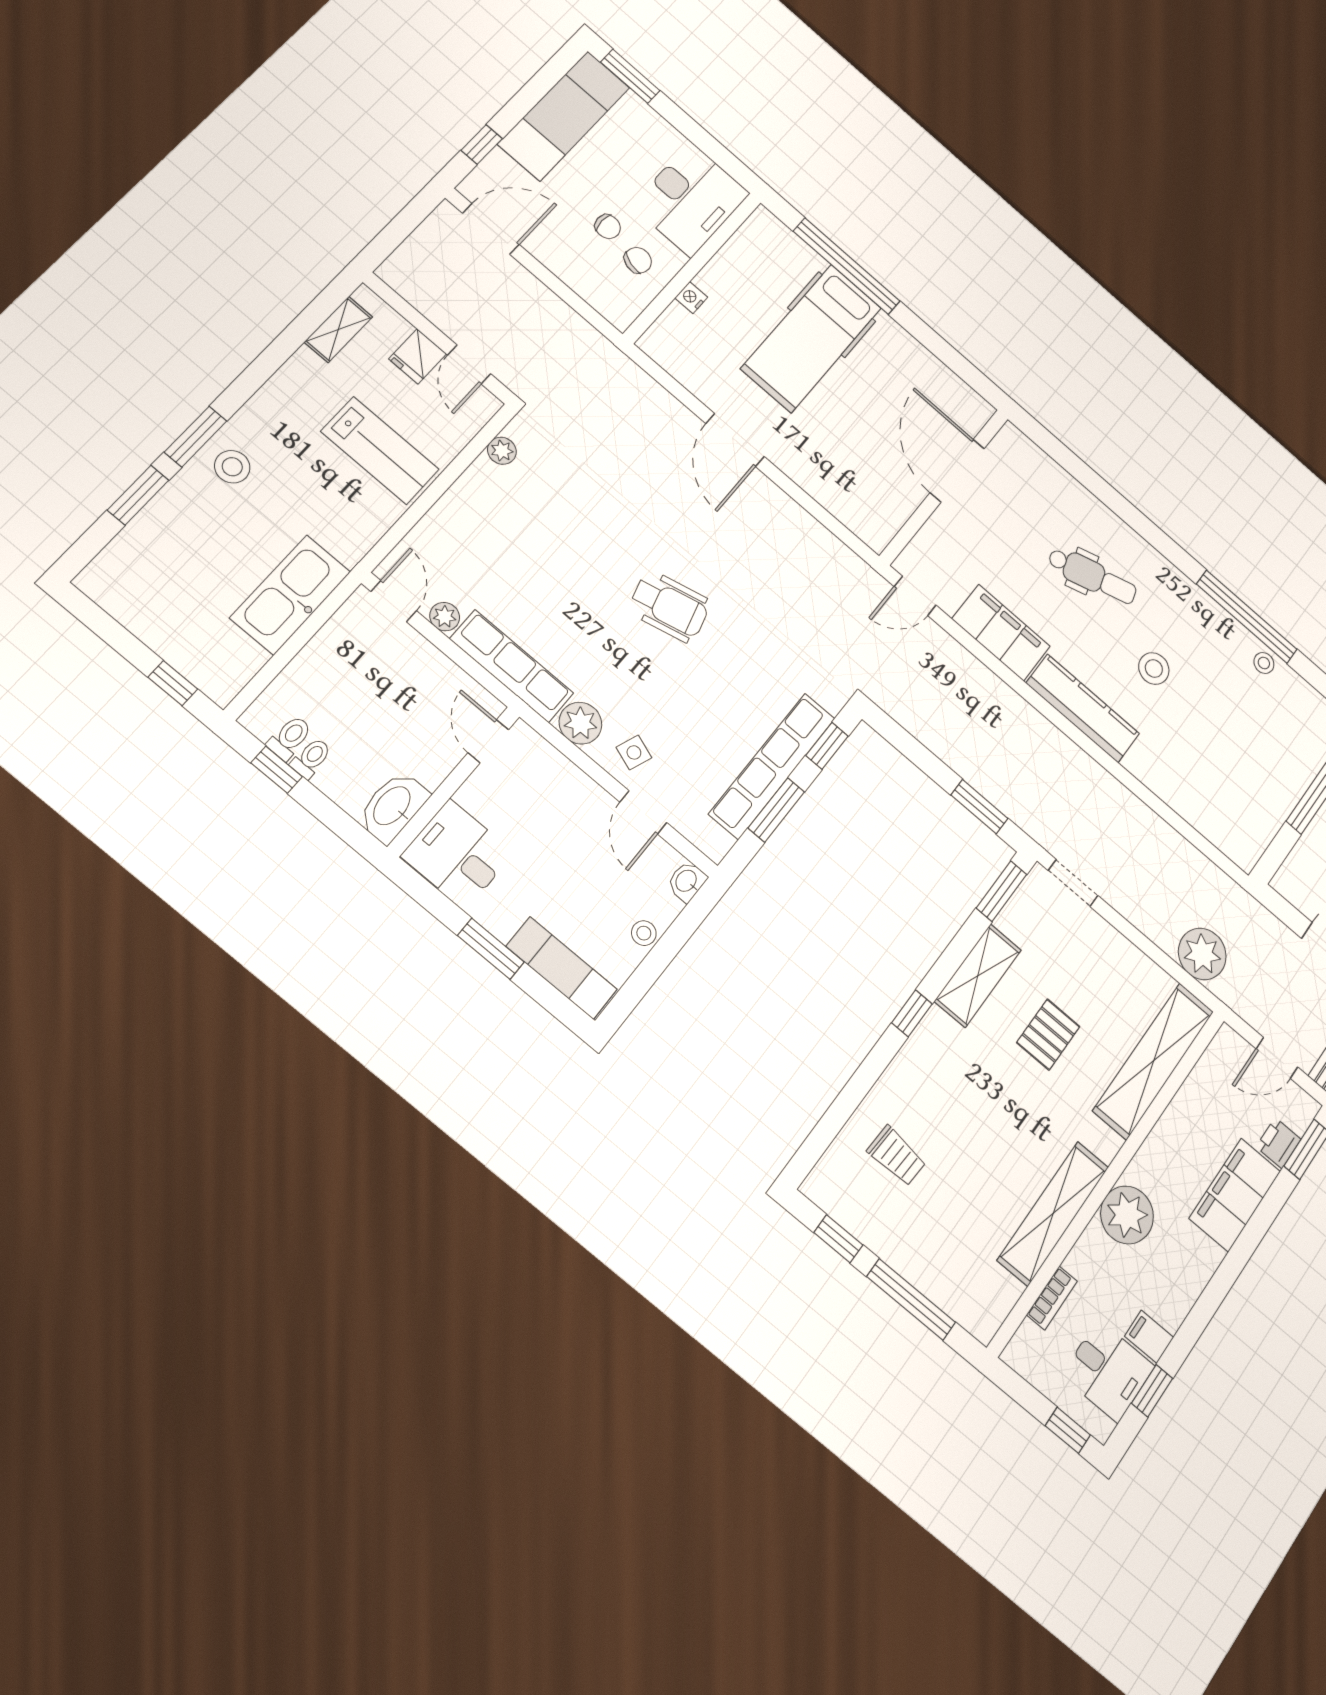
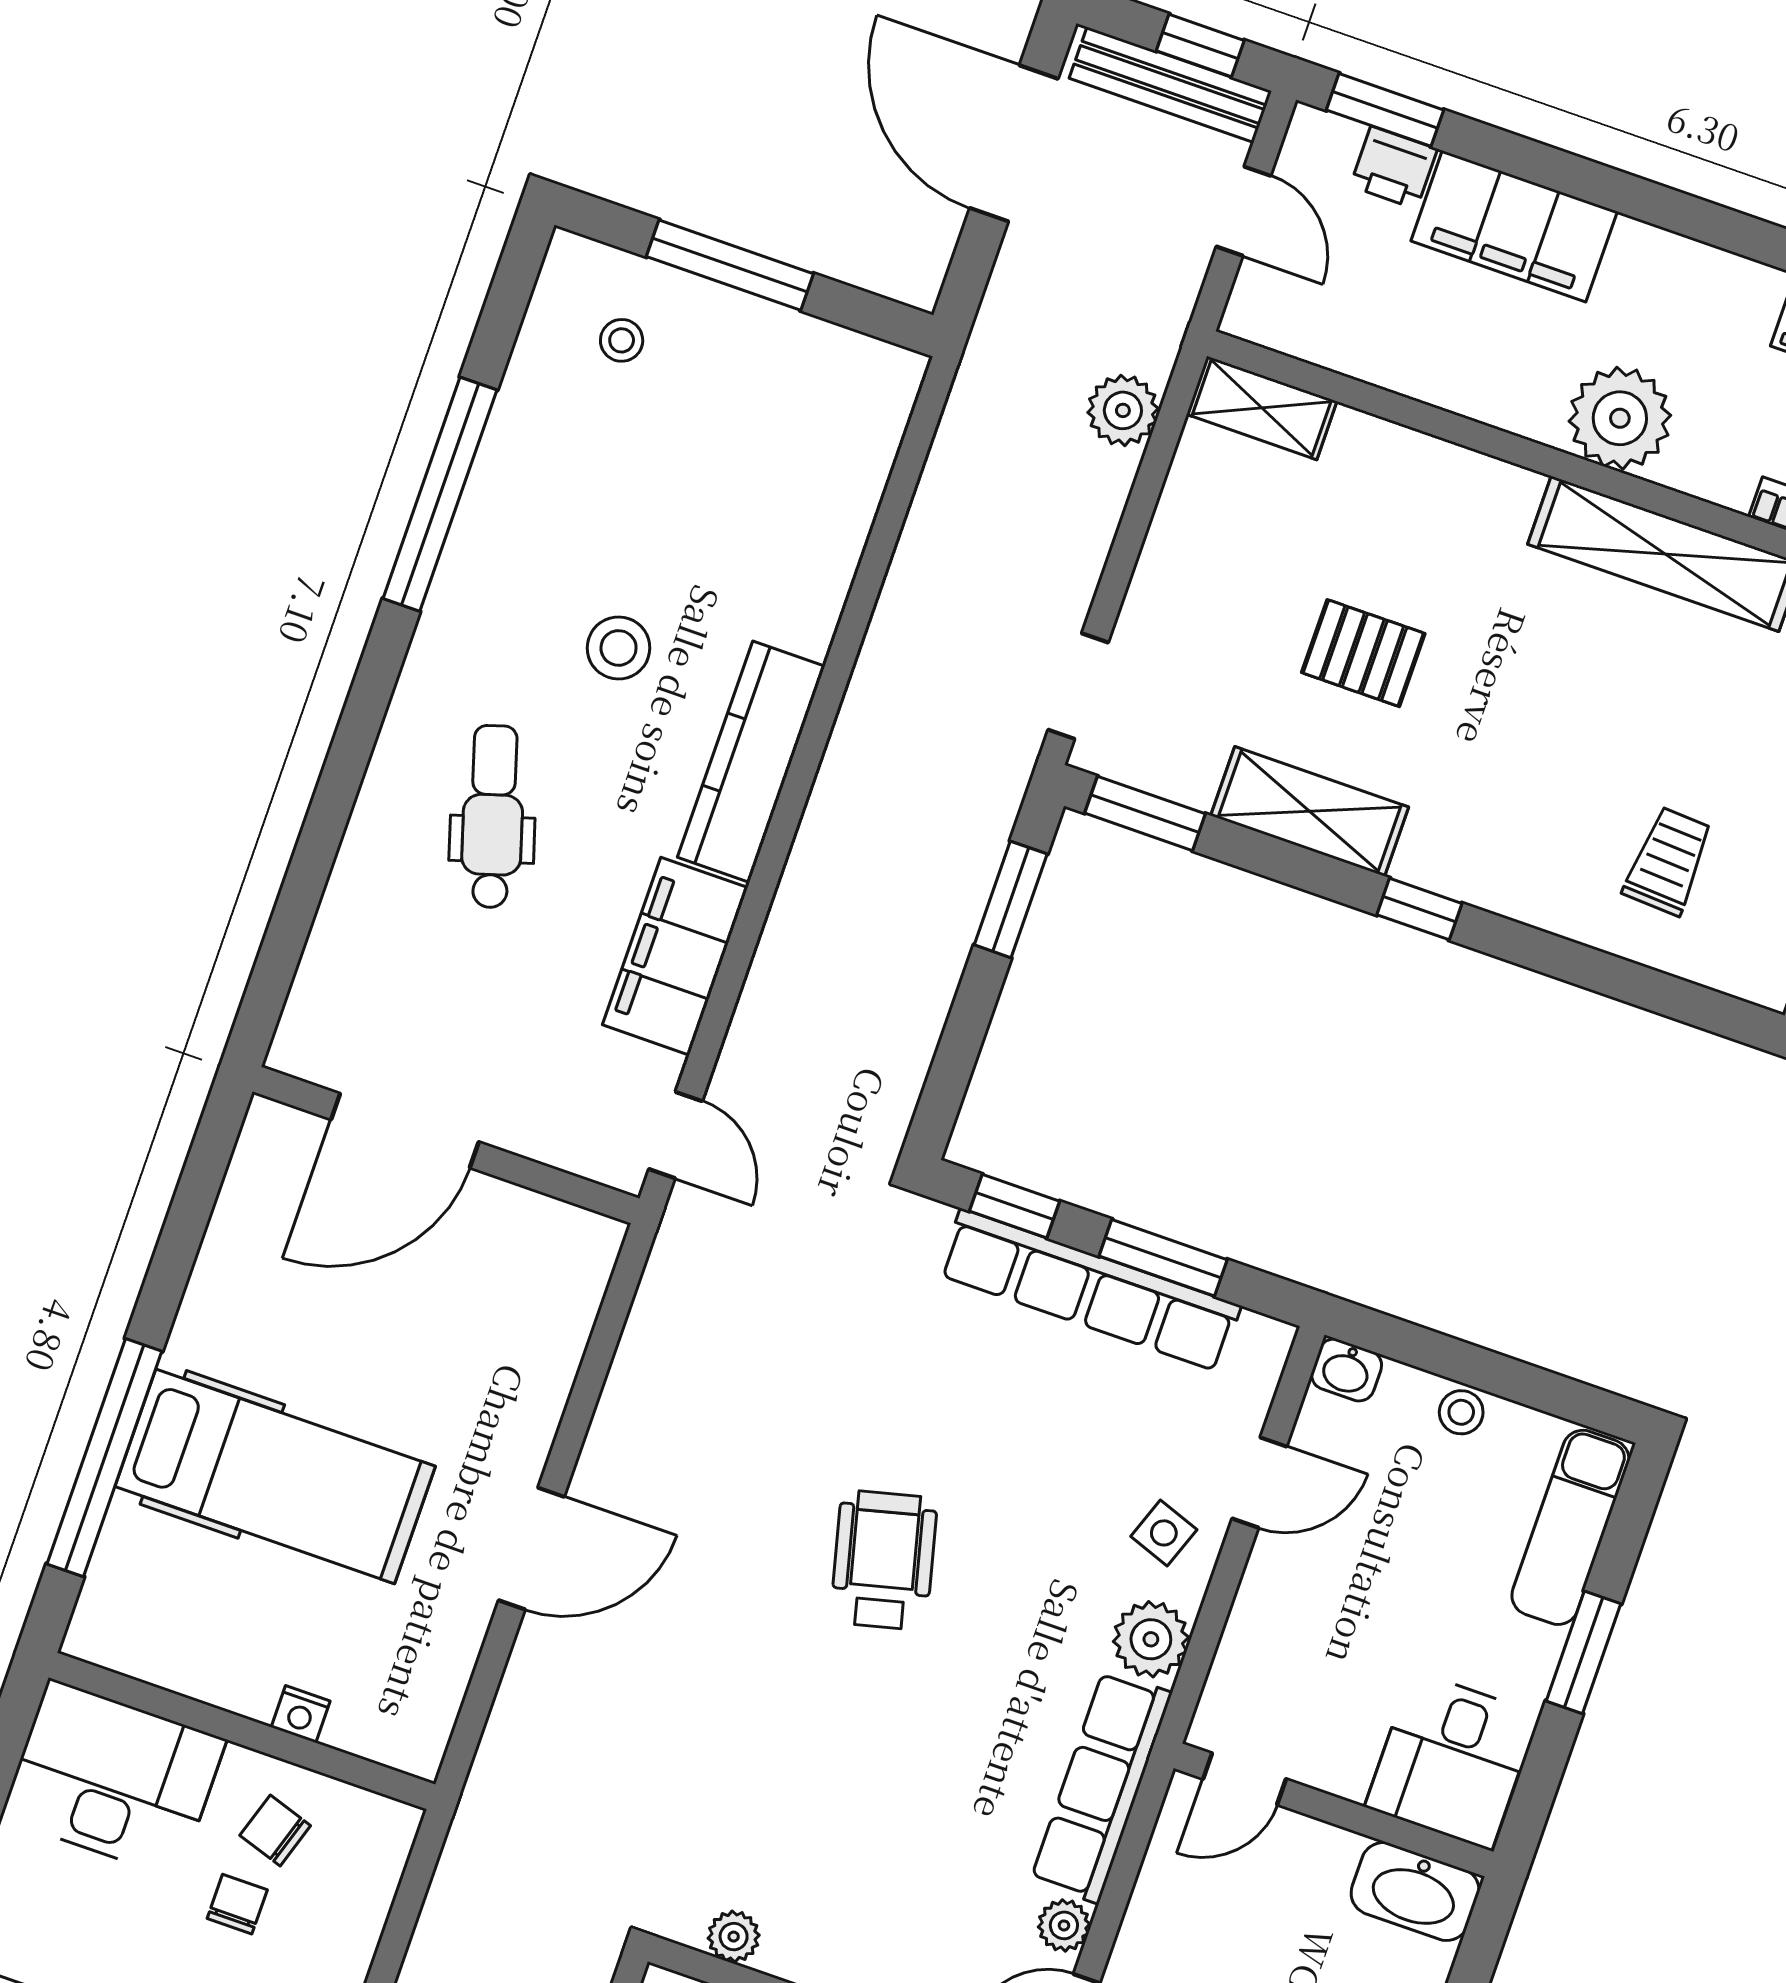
stool: (1264, 663) -> (622, 340), moved
plant: (1202, 954) -> (1123, 410), width x0.73, depth x0.73
shelving: (1154, 1061) -> (1262, 408), width x0.45, depth x0.75

